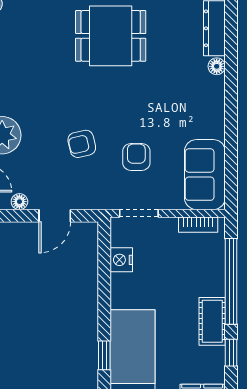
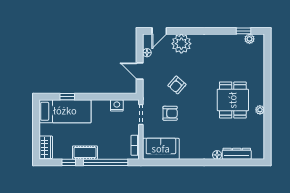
armchair: (82, 144) -> (177, 85), turned -126

